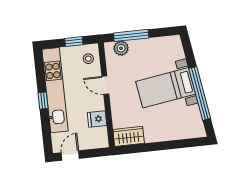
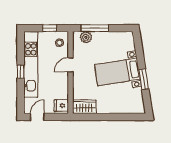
door: (105, 85) -> (71, 65), hinge flipped
window: (200, 93) -> (144, 79), width x0.47
fridge: (97, 119) -> (61, 106), moved

